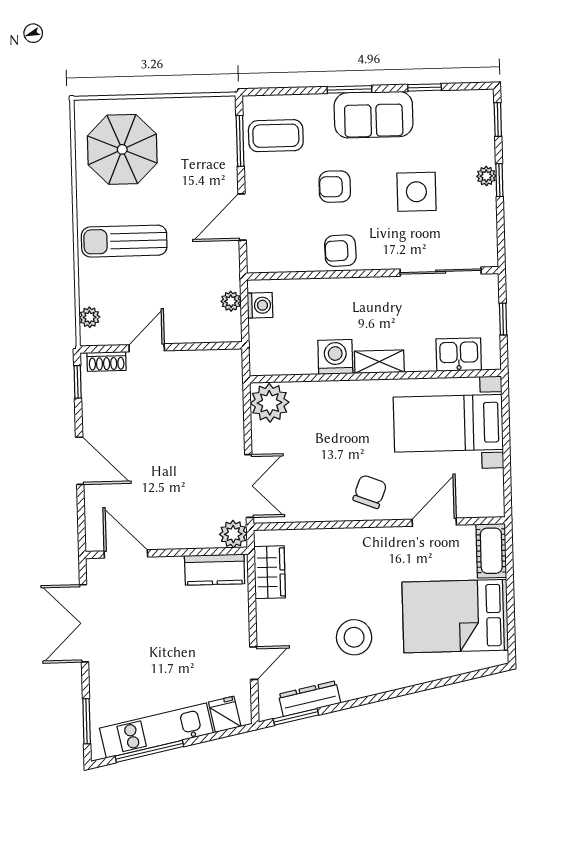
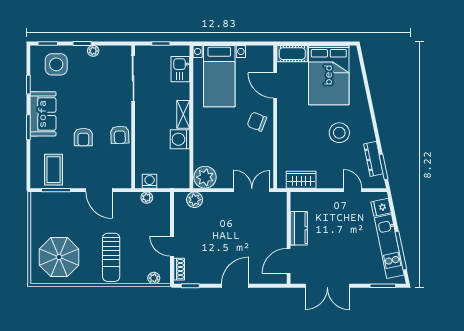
plant: (486, 176) -> (93, 51), moved
side table: (416, 192) -> (56, 64), moved
plant: (233, 534) -> (195, 200), moved
kitchen counter: (215, 570) -> (299, 228), moved

